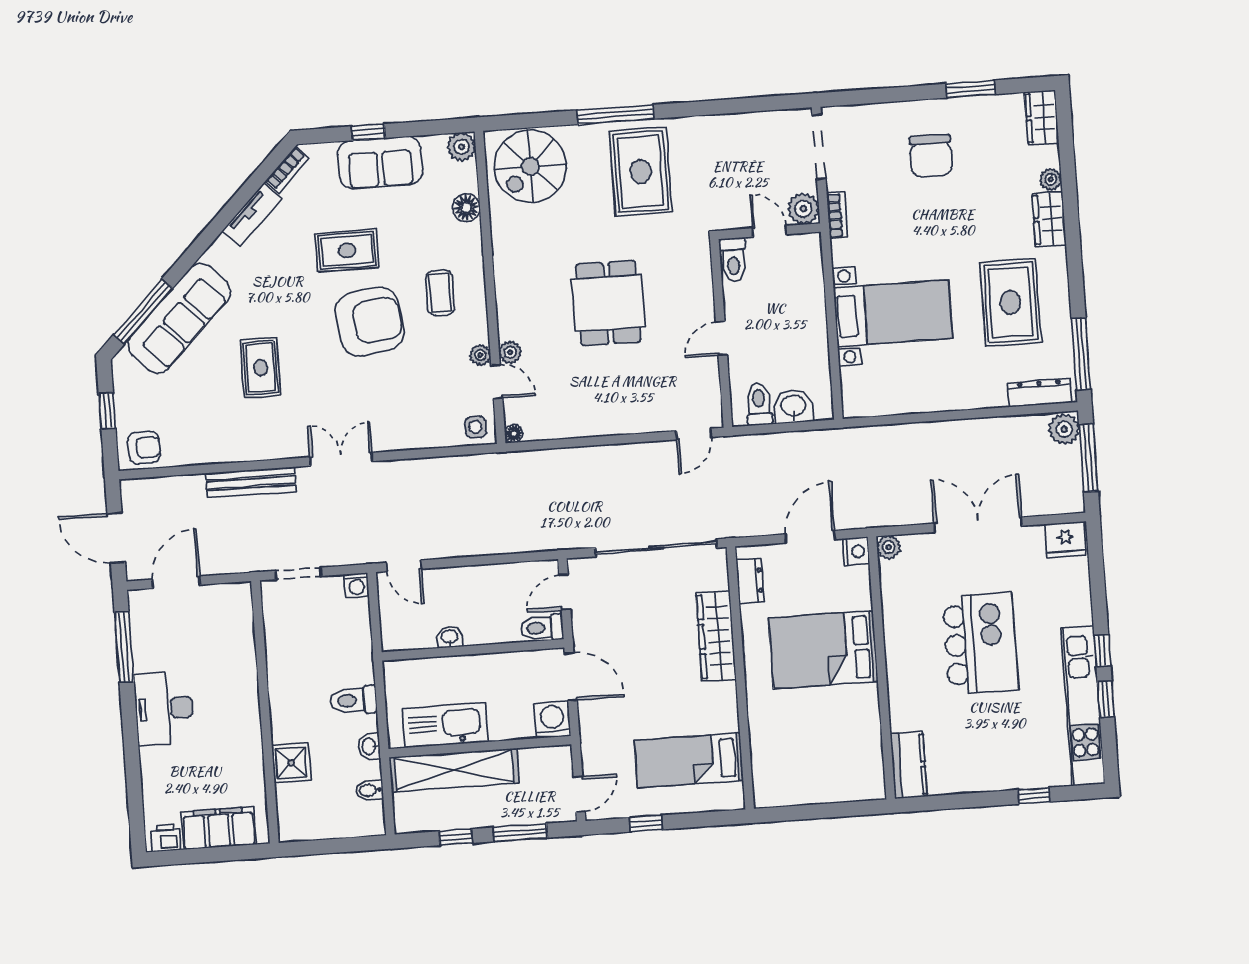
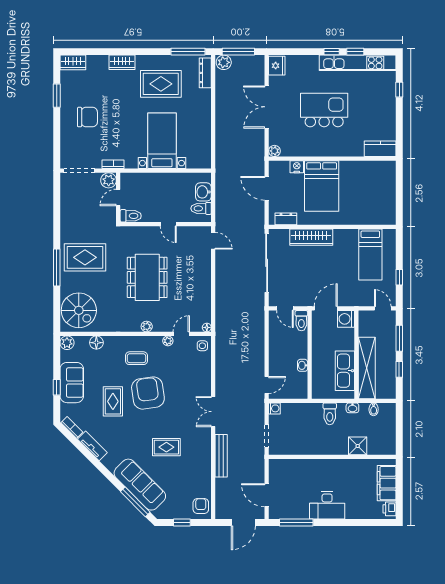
plant: (1051, 179) -> (103, 60), removed
dining table: (608, 303) -> (147, 277), width x1.37
plant: (510, 352) -> (147, 326), moved
nightstand: (856, 551) -> (297, 167), moved

